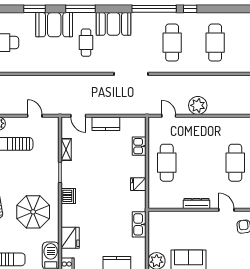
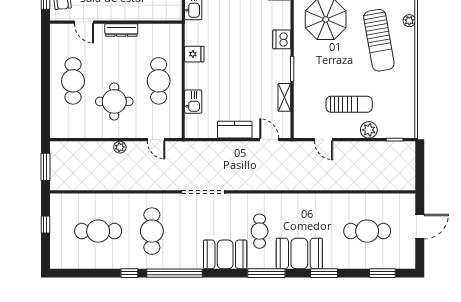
cafe table: (215, 43) -> (98, 231), turned 90
plant: (198, 105) -> (120, 147), width x0.53, depth x0.53
round table: (202, 146) -> (114, 101), added

